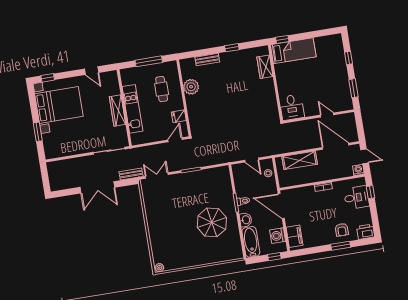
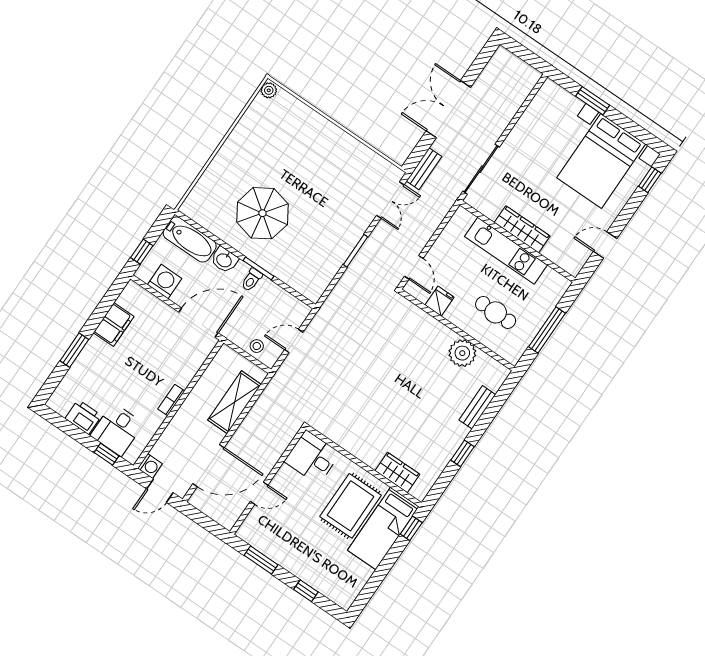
rug: (297, 73) -> (351, 506), added
armchair: (342, 230) -> (94, 371), removed
printer: (366, 232) -> (83, 417), moved, turned -90
filing cabinet: (294, 236) -> (114, 325), moved, turned -90

